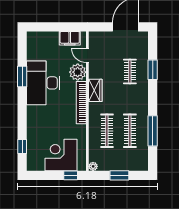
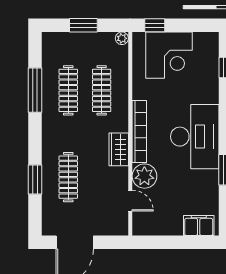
filing cabinet: (70, 38) -> (199, 225), moved
clothes rail: (130, 71) -> (68, 177), width x1.36
desk: (43, 83) -> (195, 137), moved

